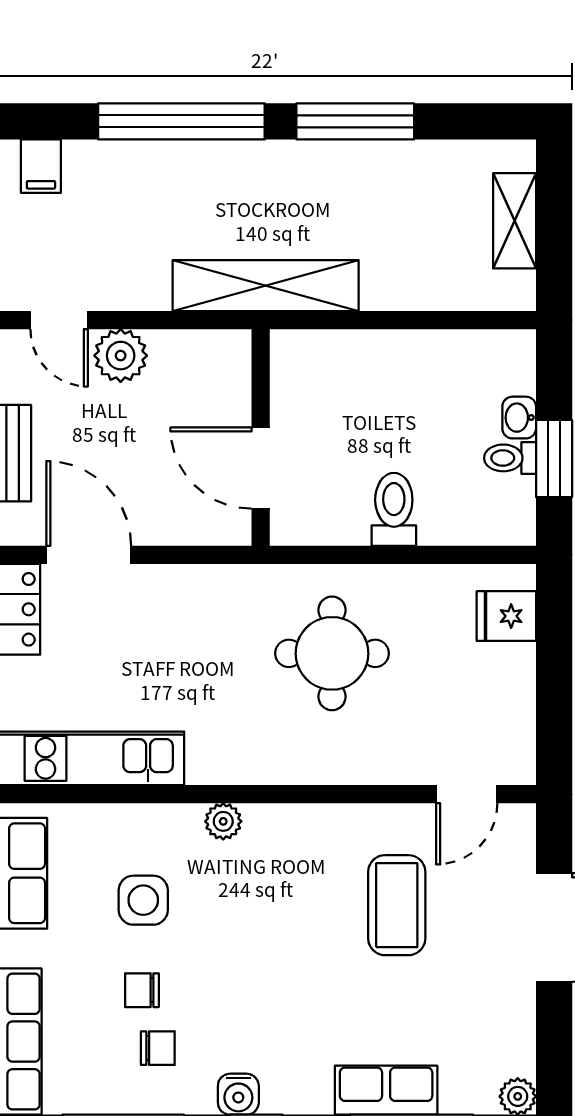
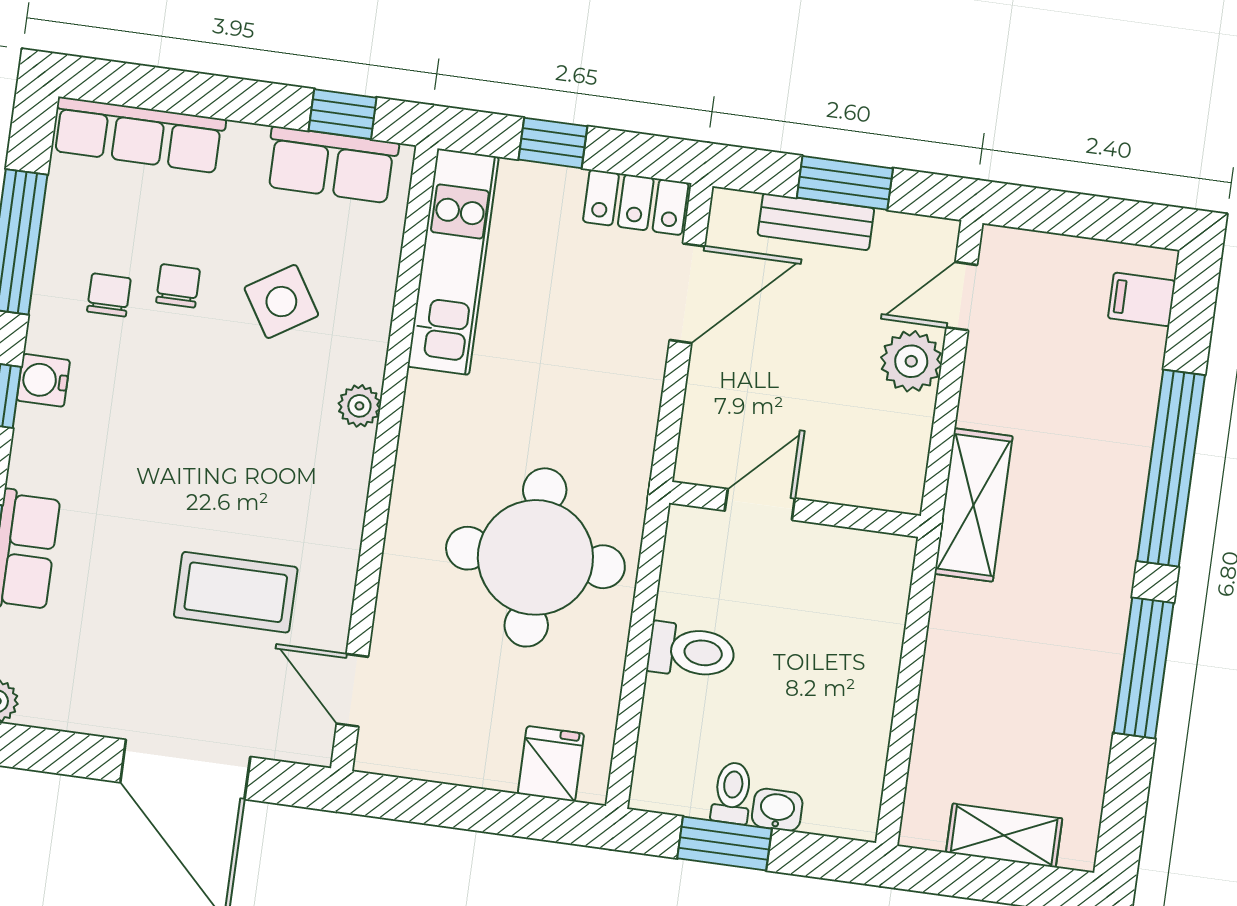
shelving: (266, 286) -> (973, 505), width x0.68
door: (261, 468) -> (760, 505), width x0.73
round table: (332, 653) -> (535, 557), width x1.36, depth x1.36
side table: (143, 900) -> (281, 302), turned -32
chair: (158, 1048) -> (109, 295), turned 180

